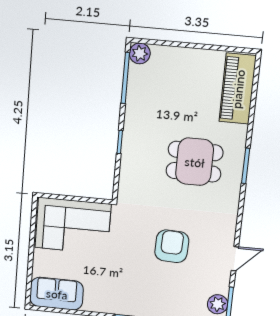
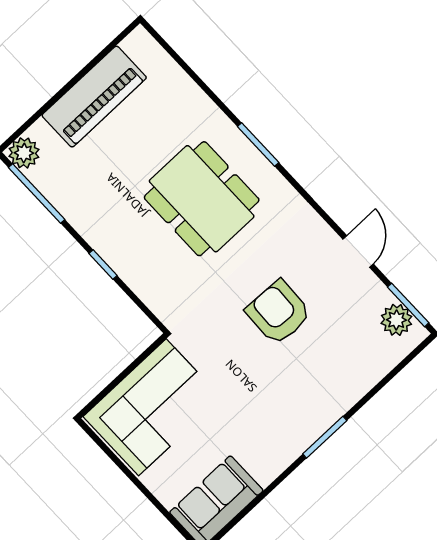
piano: (238, 89) -> (94, 97), moved, turned -90
dining table: (195, 162) -> (202, 199), width x1.38

